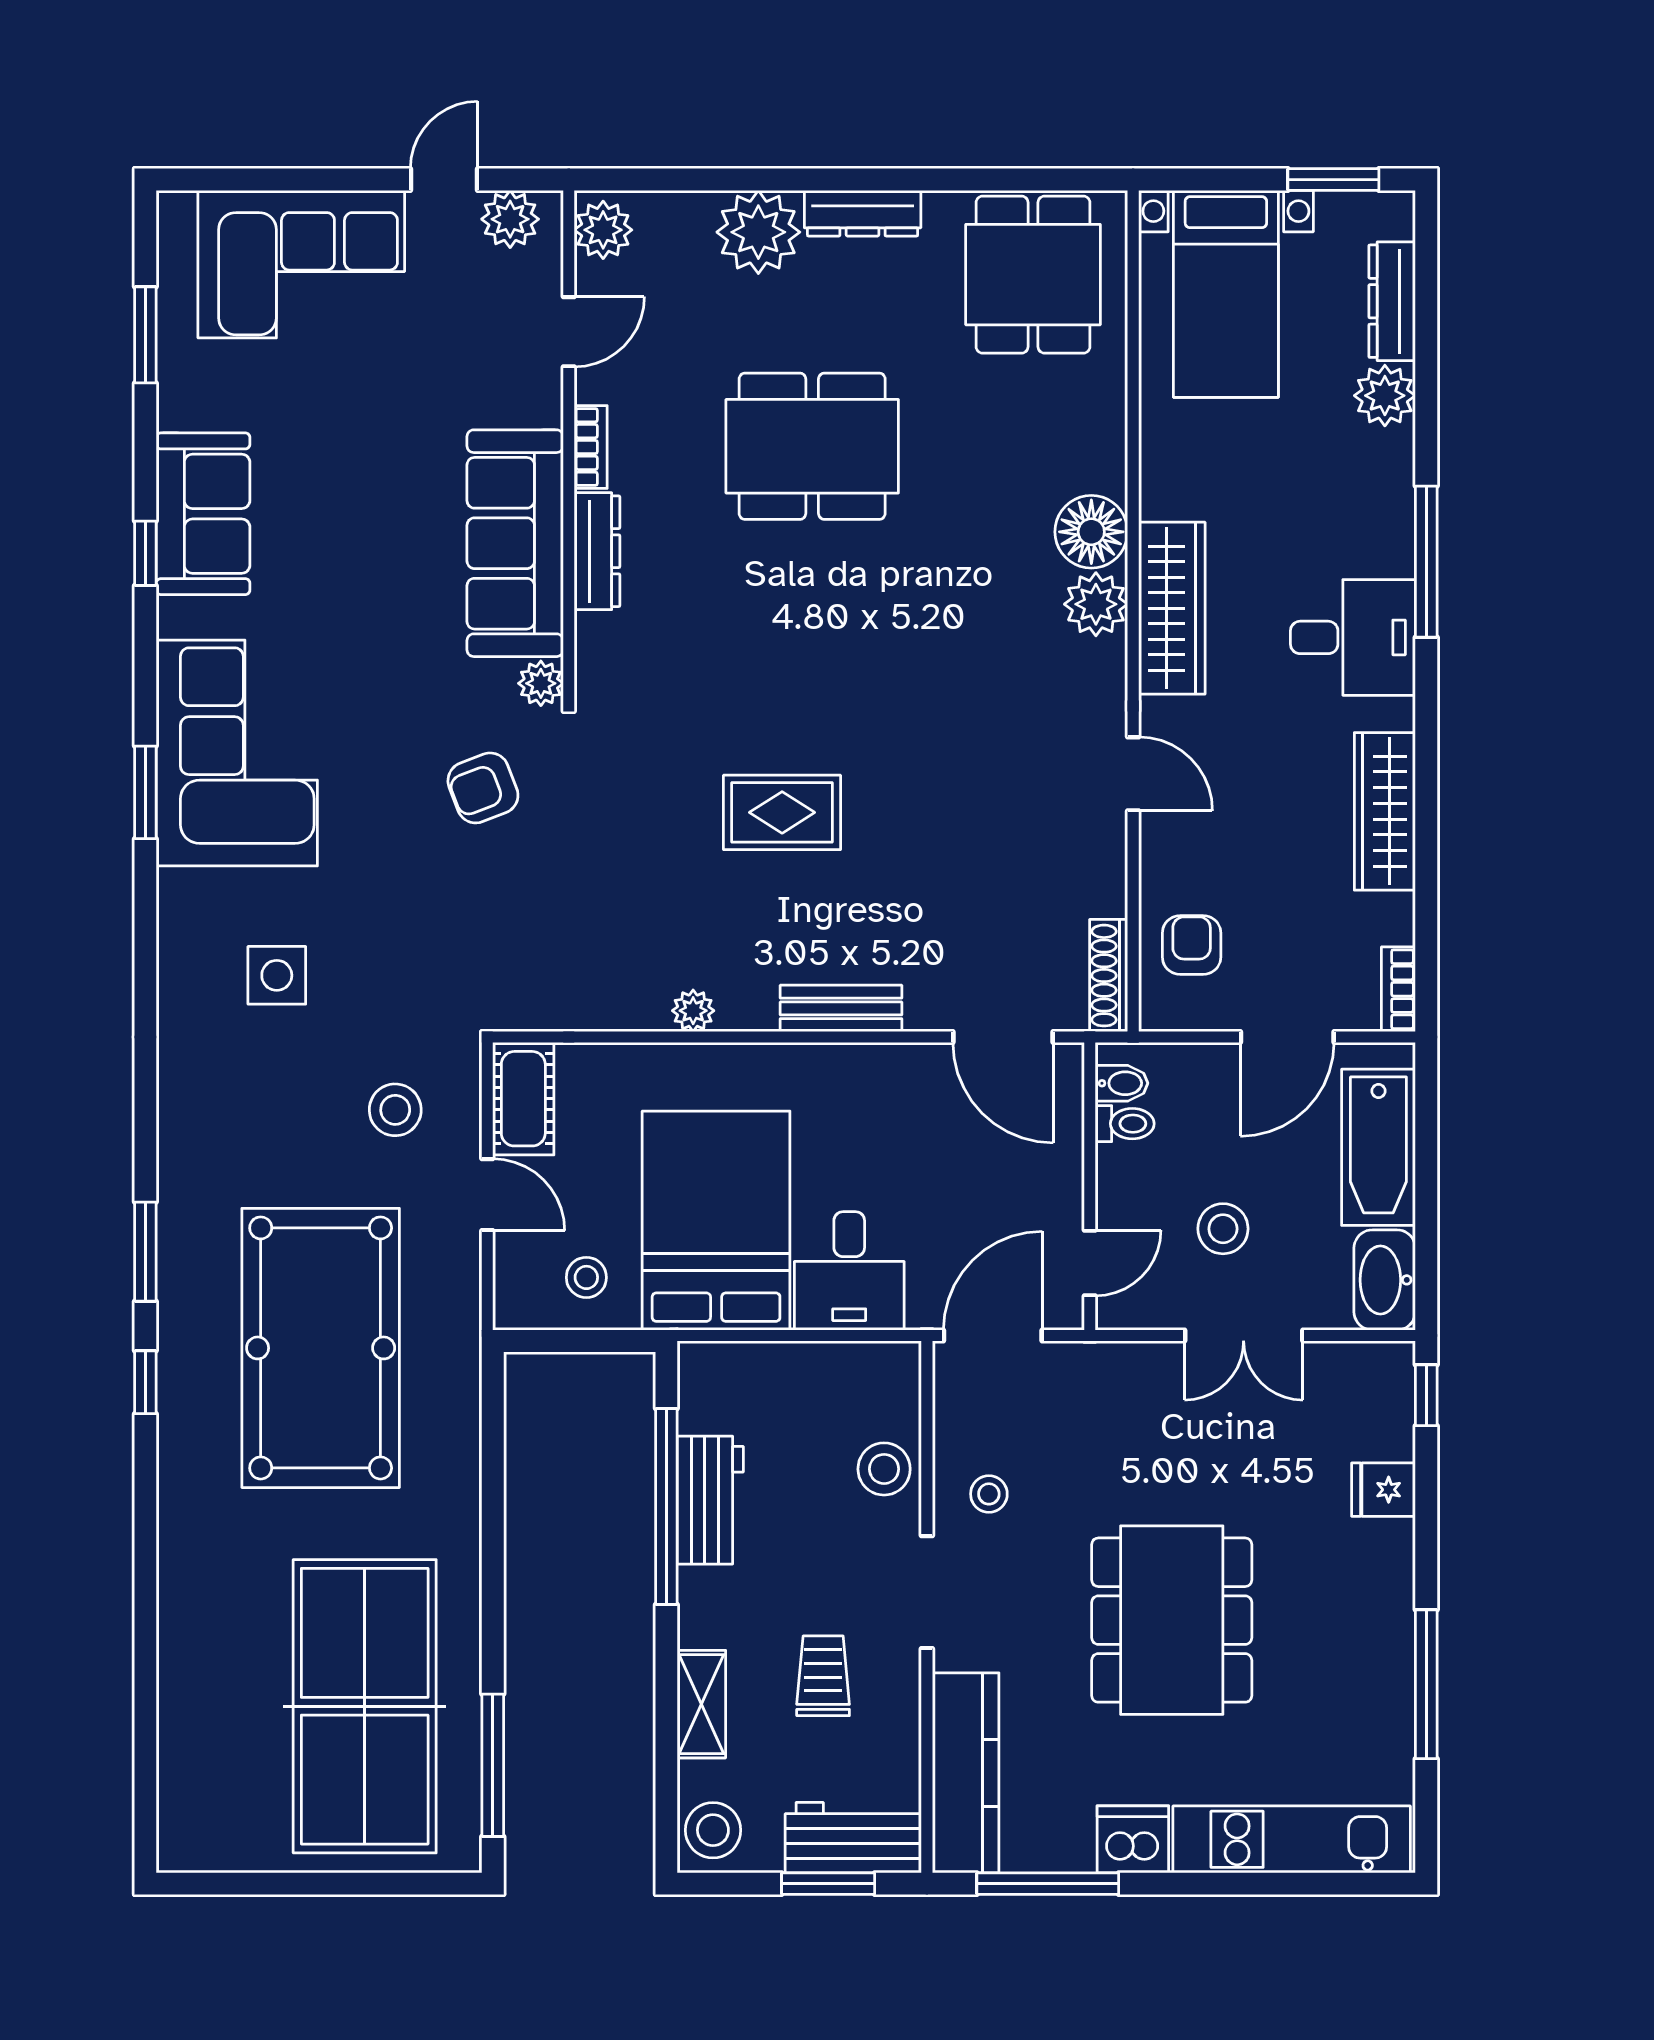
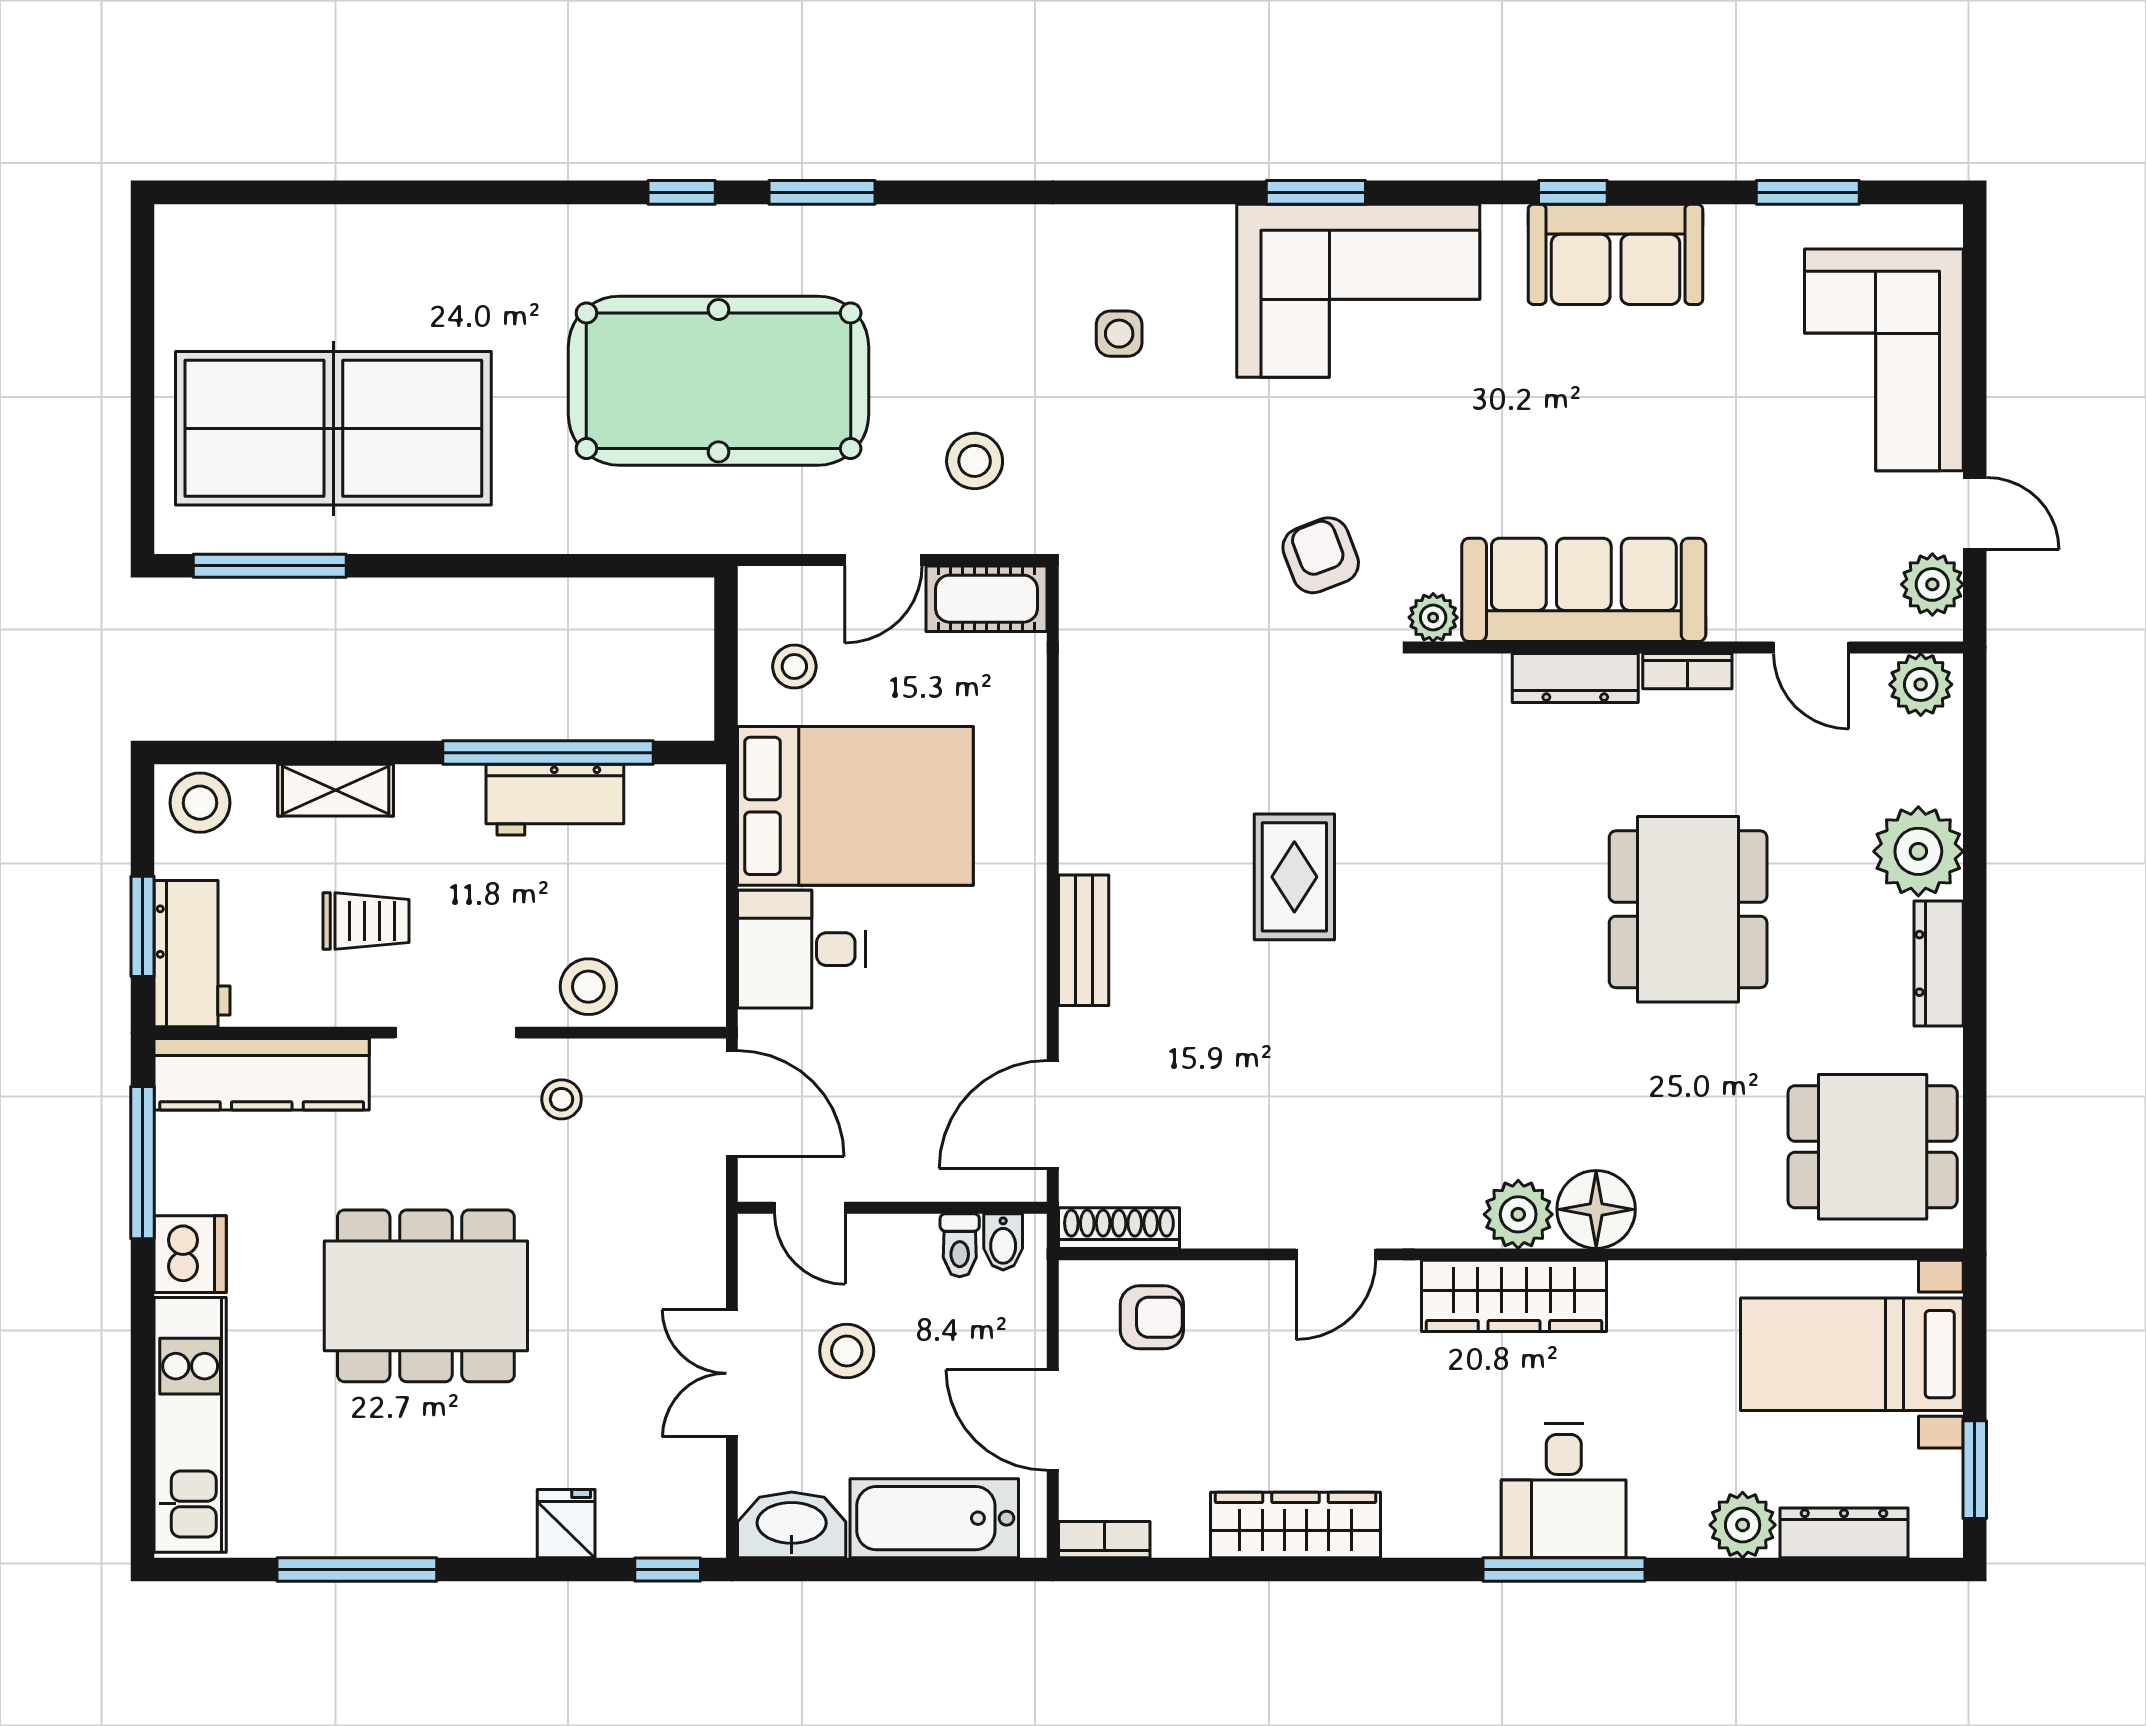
desk: (1353, 637) -> (1564, 1491), moved
side table: (277, 975) -> (1119, 334), width x0.73, depth x0.73
plant: (693, 1011) -> (1081, 781), removed

